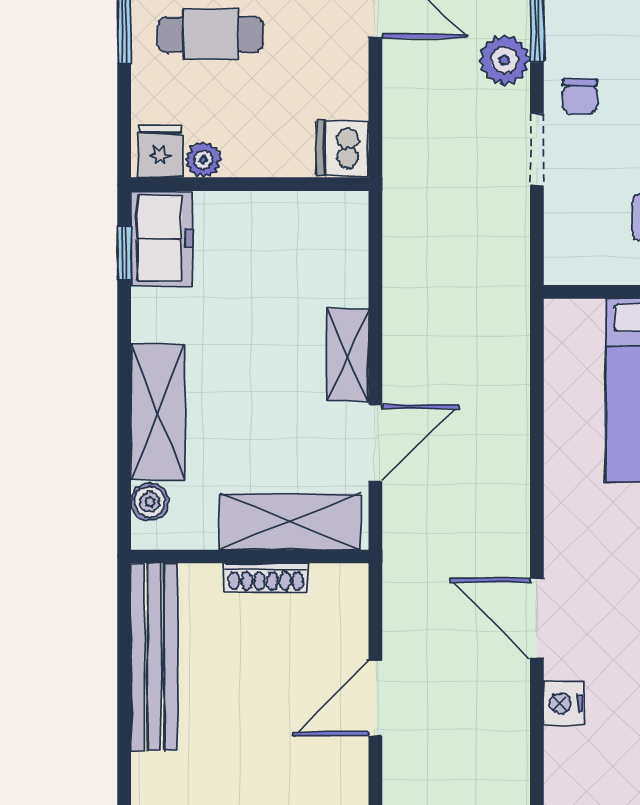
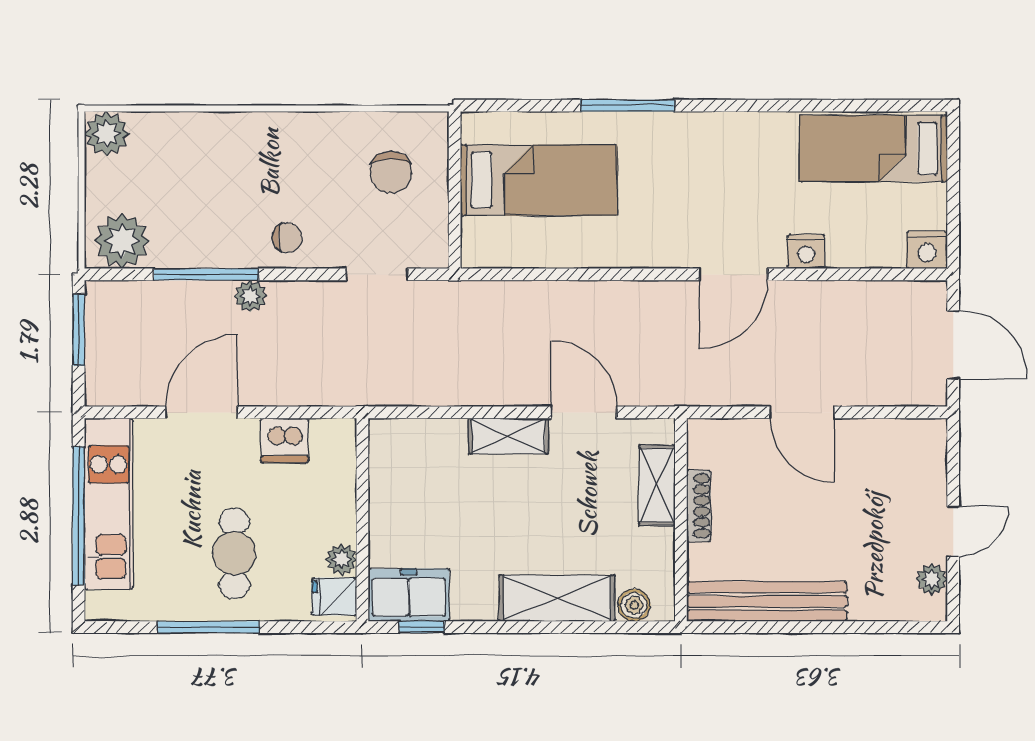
plant: (504, 60) -> (250, 296), width x0.73, depth x0.73
dishwasher: (343, 148) -> (285, 440), moved
doorway: (537, 150) -> (377, 274), moved
shelving: (290, 522) -> (657, 485), width x0.67, depth x0.75

